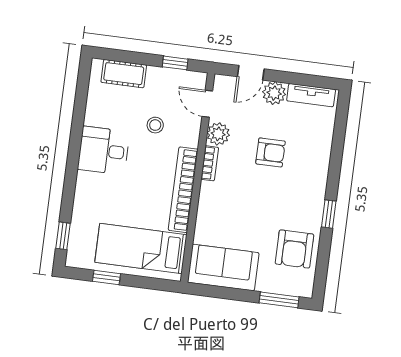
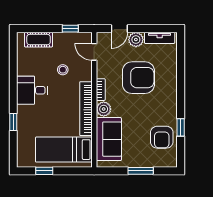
plant: (218, 134) -> (104, 109), moved
armchair: (270, 152) -> (138, 78), width x1.88, depth x1.88
window: (329, 214) -> (181, 127), moved
window: (63, 236) -> (13, 122), moved
sofa: (223, 268) -> (109, 139), moved, turned 90
window: (279, 300) -> (141, 171), moved

